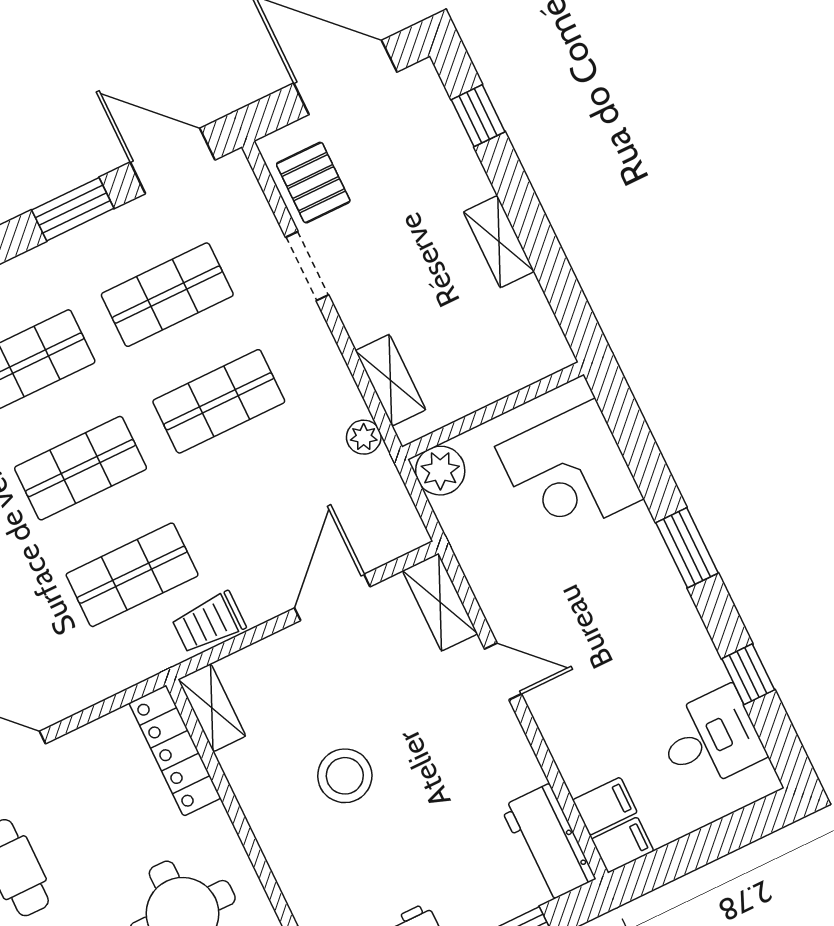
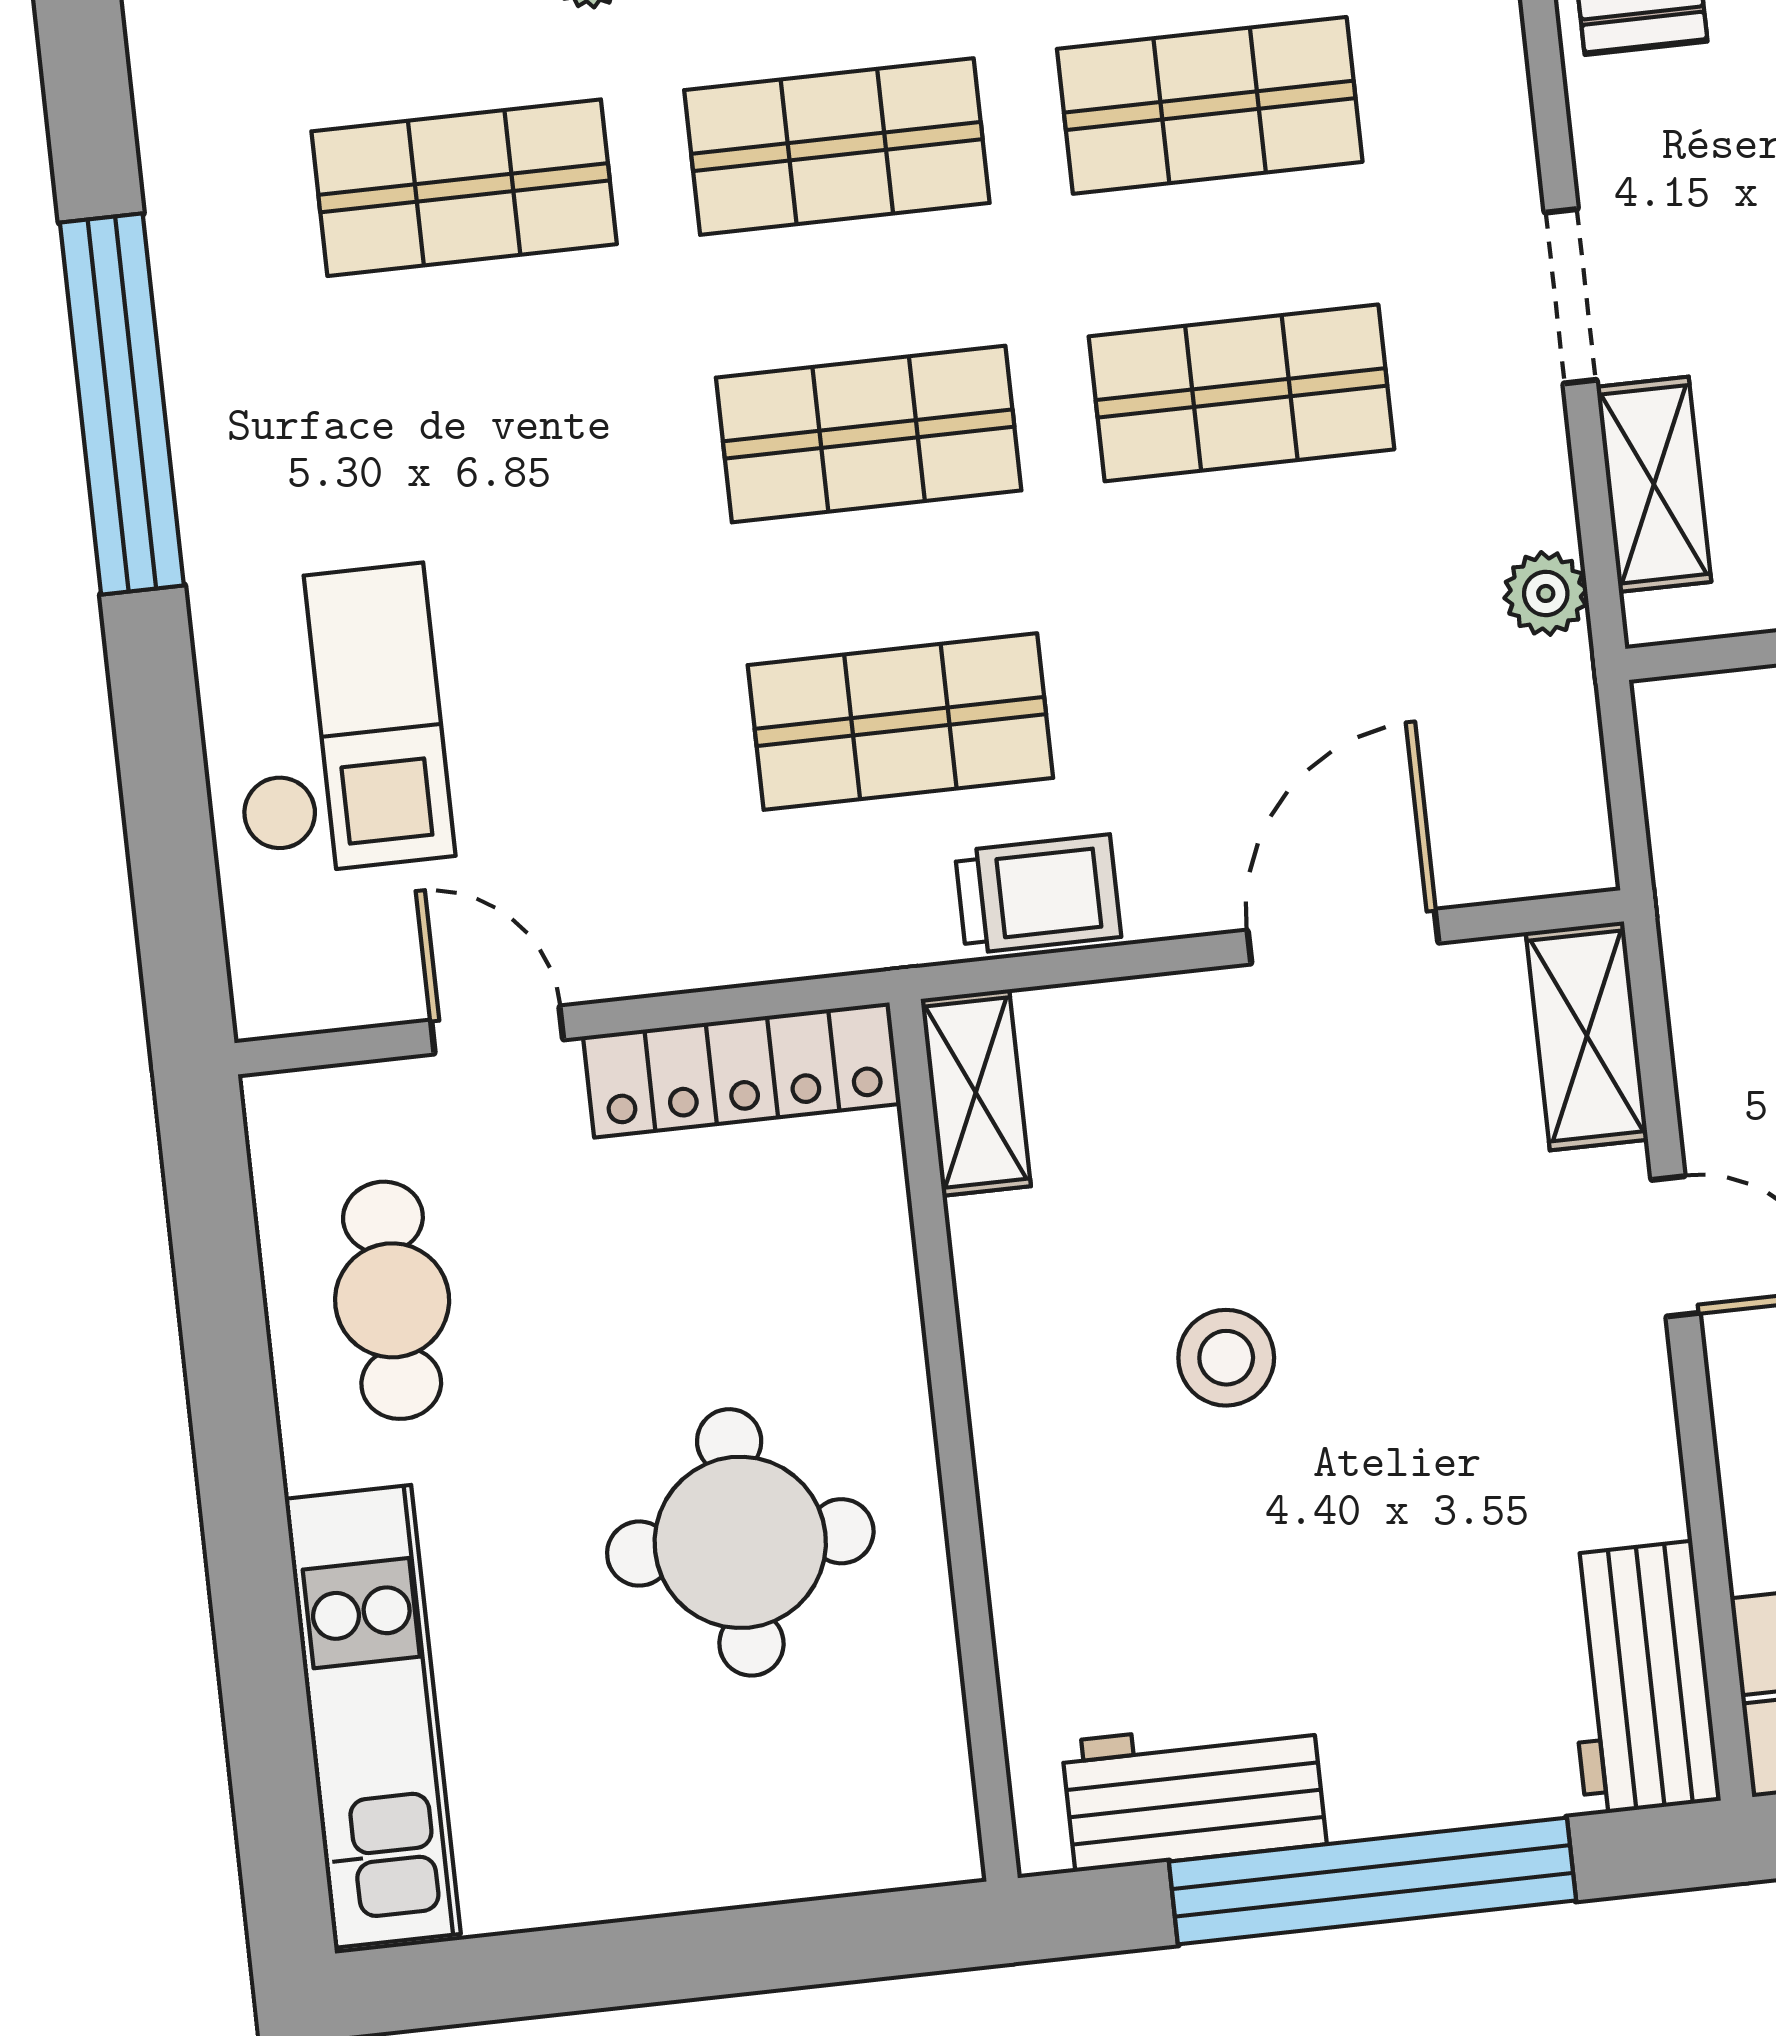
doorway: (307, 266) -> (1571, 296), moved
plant: (440, 471) -> (1695, 733), removed
trolley: (209, 623) -> (1038, 894), turned 180
locker: (175, 751) -> (742, 1070), moved, turned -90
stool: (345, 776) -> (1226, 1358), width x0.73, depth x0.73

